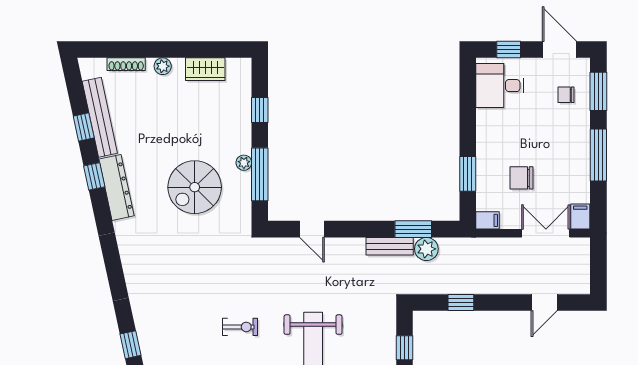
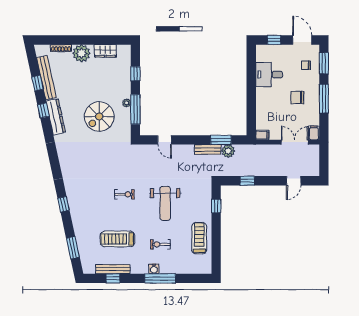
plant: (163, 66) -> (81, 53), width x1.88, depth x1.88
desk: (500, 86) -> (269, 75), moved
window: (468, 174) -> (251, 109), removed
chair: (522, 178) -> (297, 97), moved

